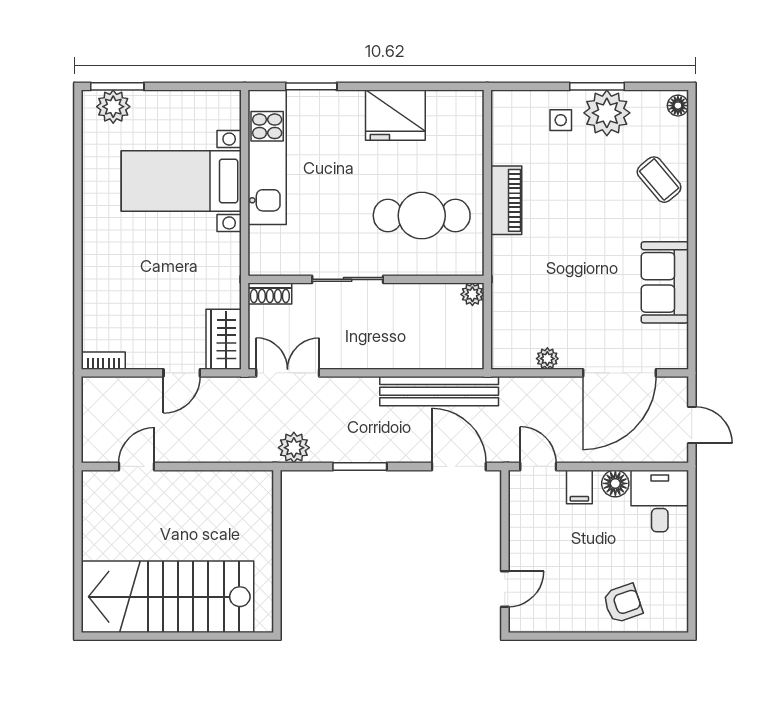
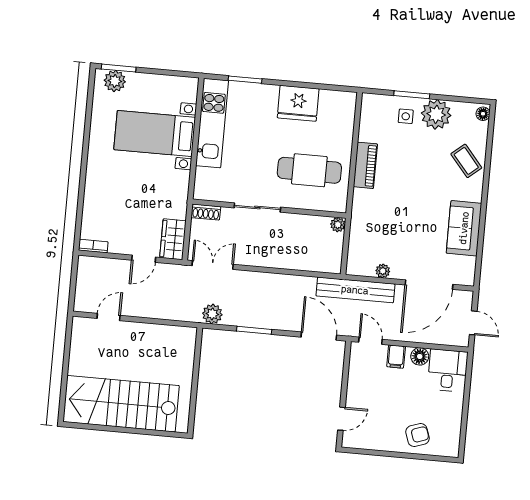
window: (597, 86) -> (412, 95), moved
bench: (439, 391) -> (355, 290), moved

